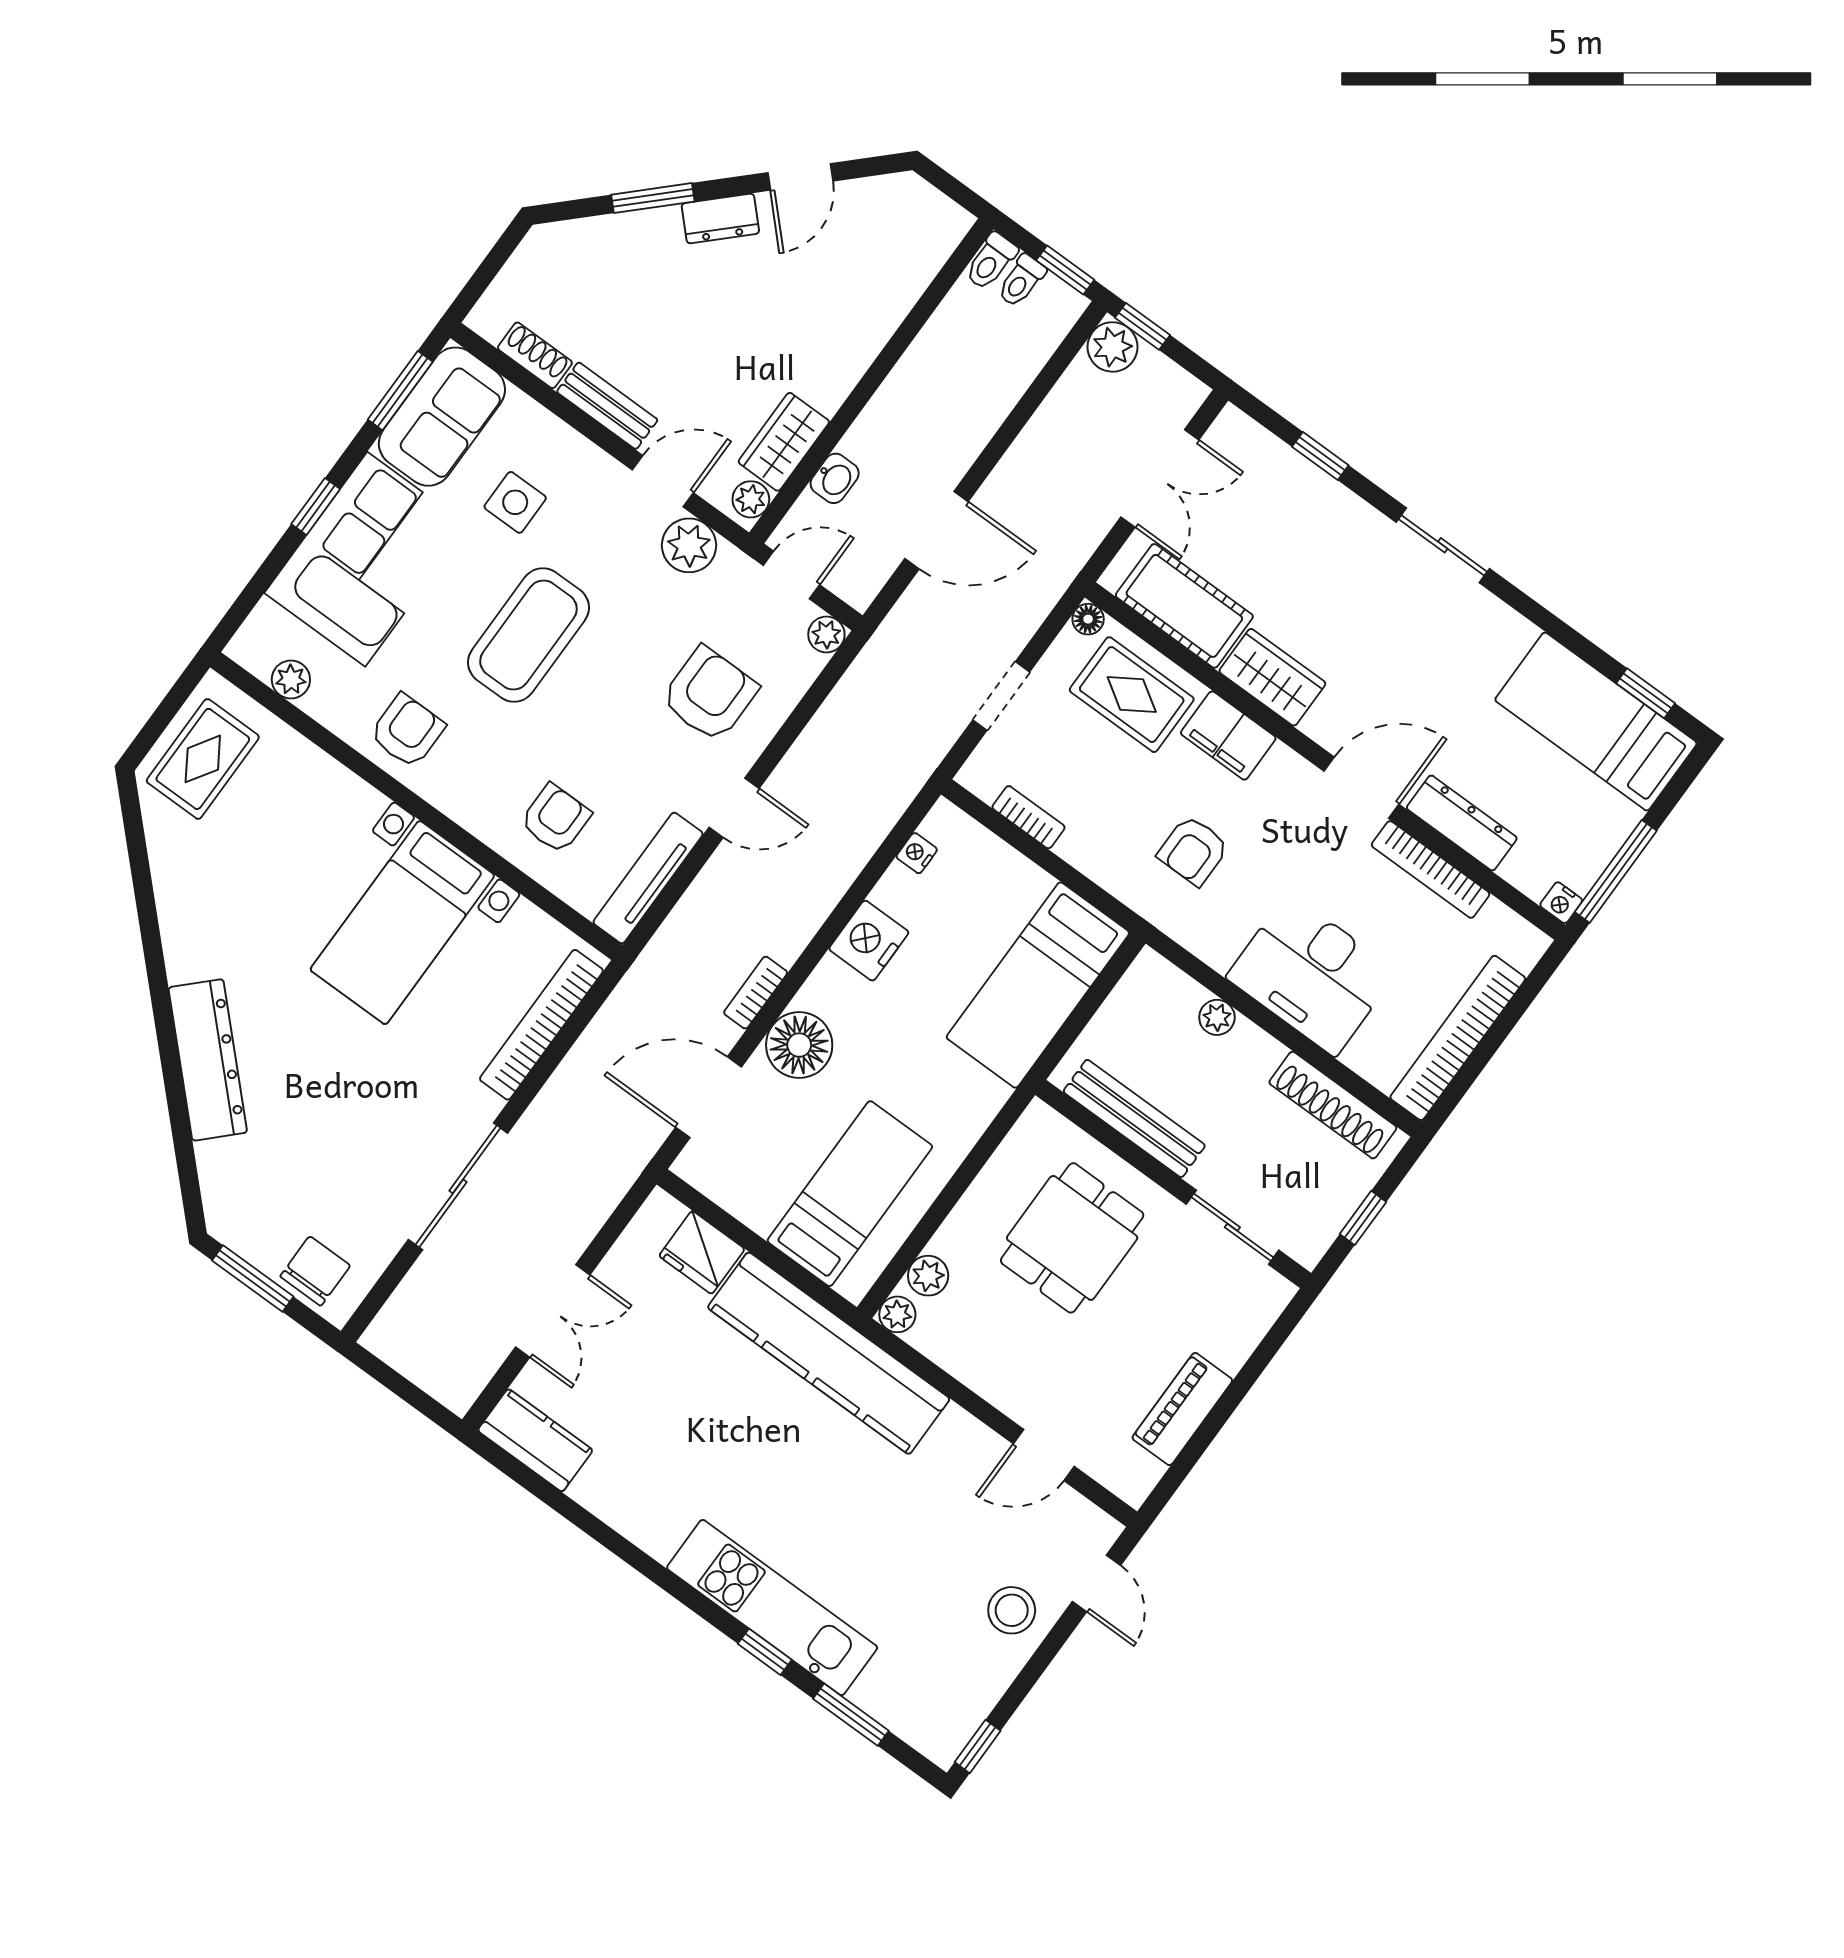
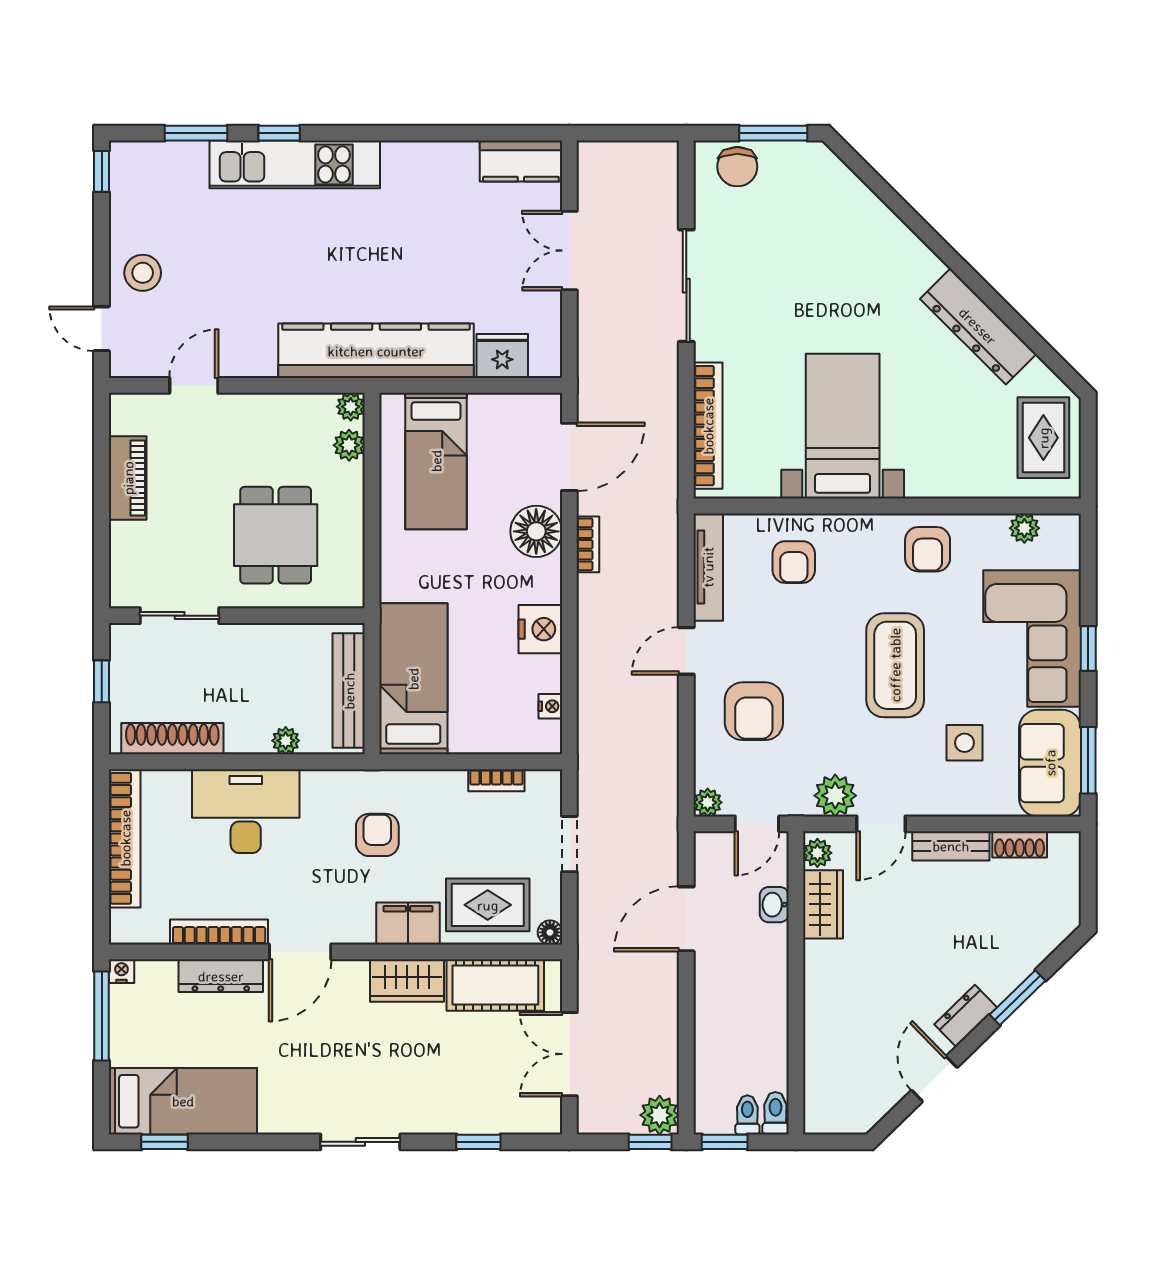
dresser: (208, 1060) -> (978, 326), moved
bench: (1134, 1118) -> (349, 691), moved, turned 90

